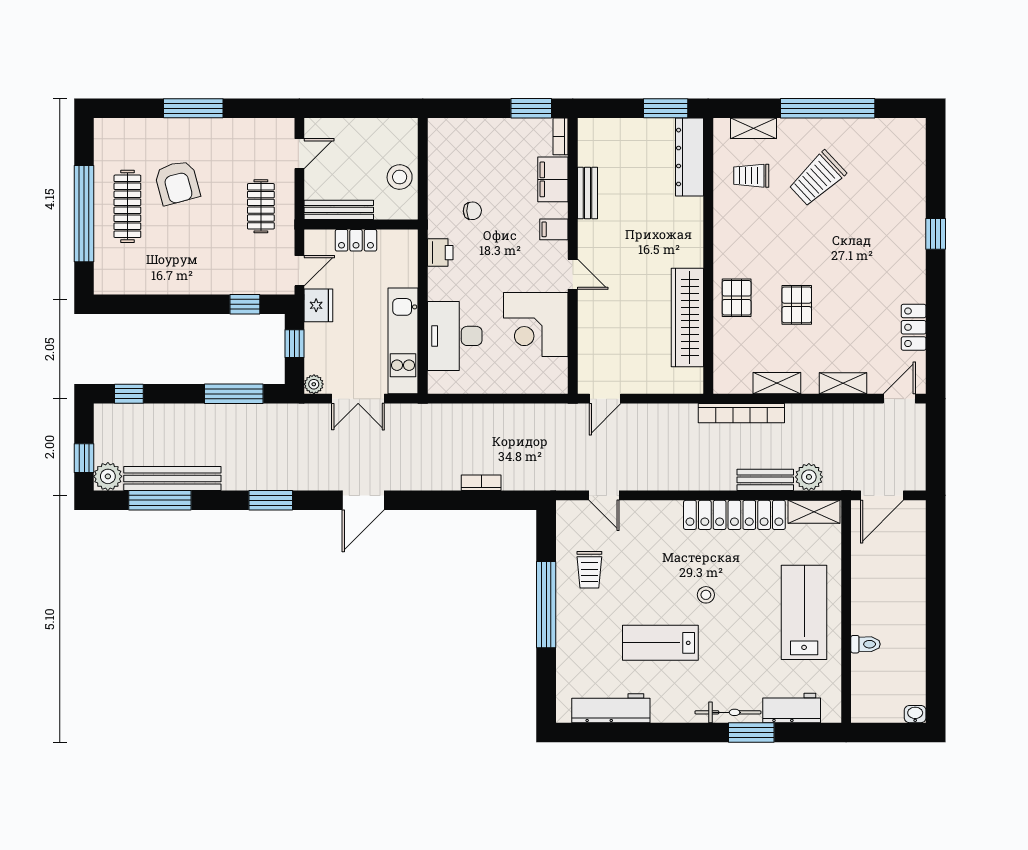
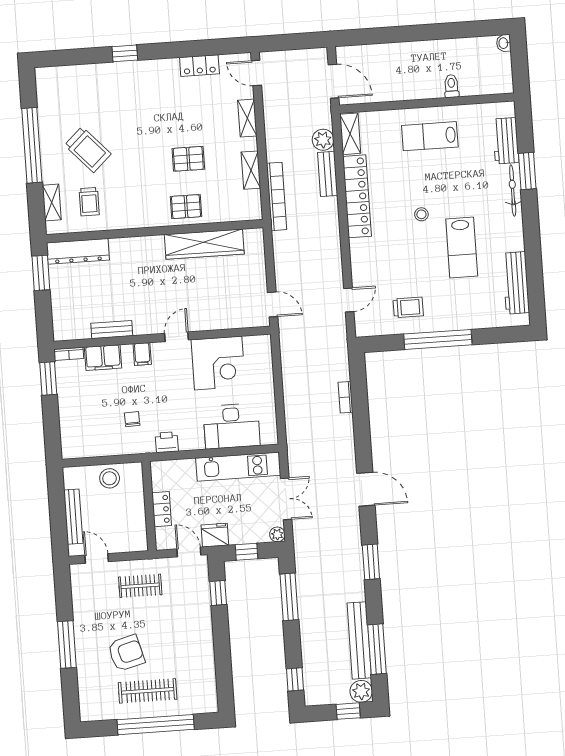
bench: (339, 210) -> (73, 517), moved
lab bench: (804, 612) -> (430, 136), width x0.73, depth x0.72

